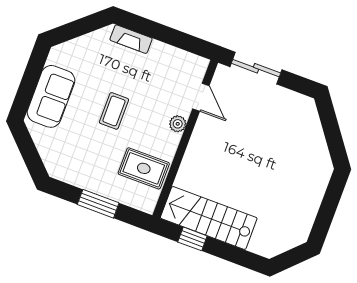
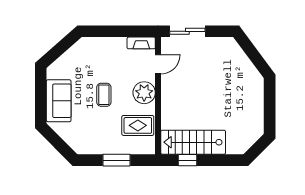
fireplace: (131, 39) -> (141, 43), moved
door: (201, 97) -> (158, 64), hinge flipped
plant: (178, 124) -> (144, 93), width x1.88, depth x1.88

